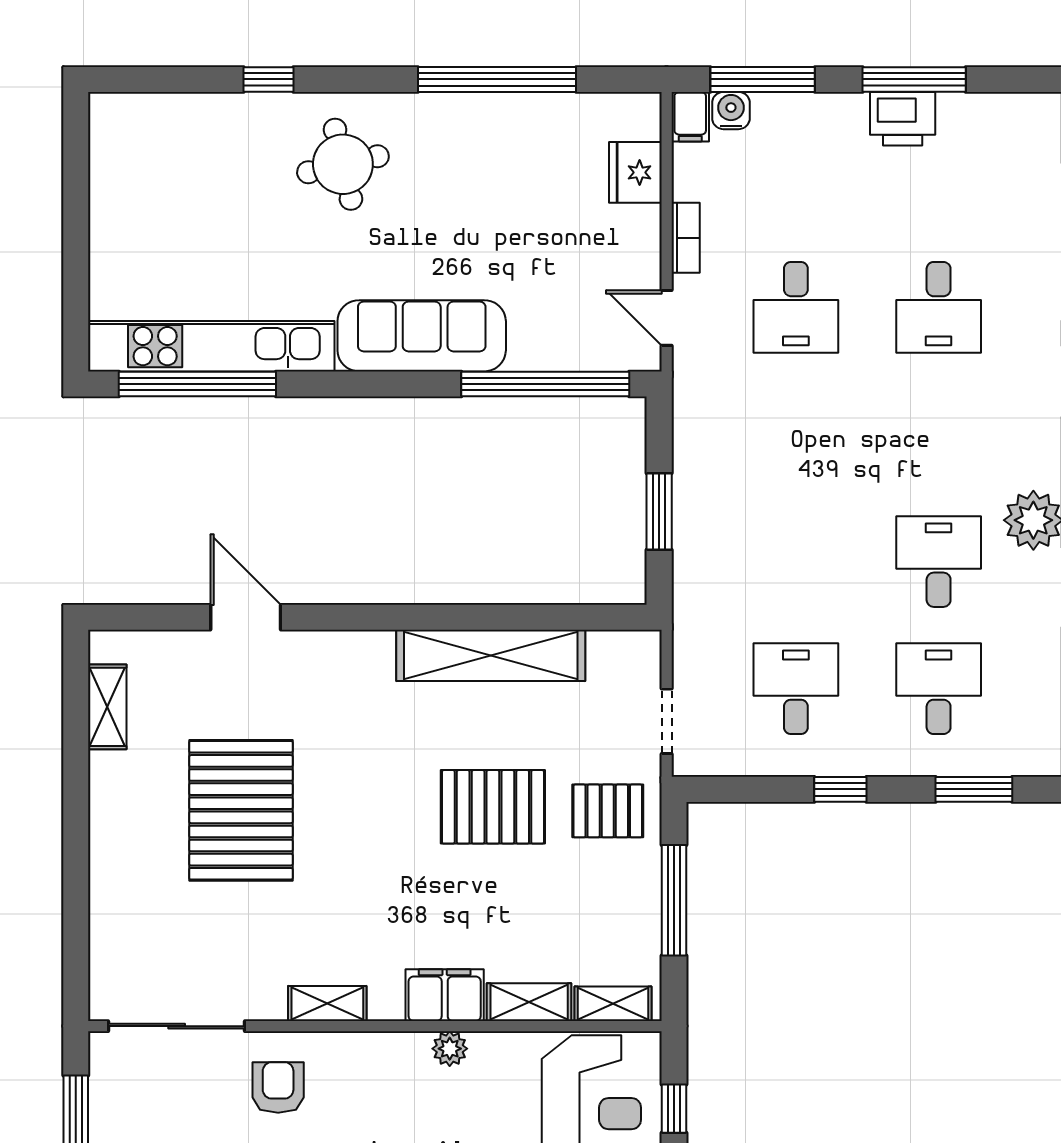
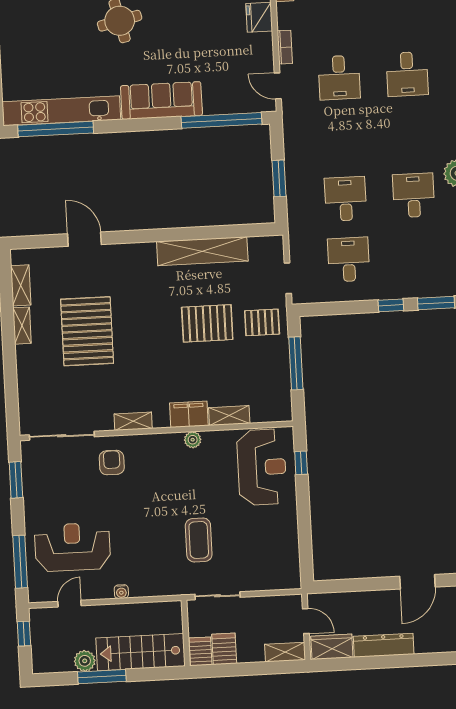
desk: (939, 689) -> (345, 199), moved
window: (840, 789) -> (391, 305), moved
shelving: (613, 1004) -> (22, 326), moved, turned 90

